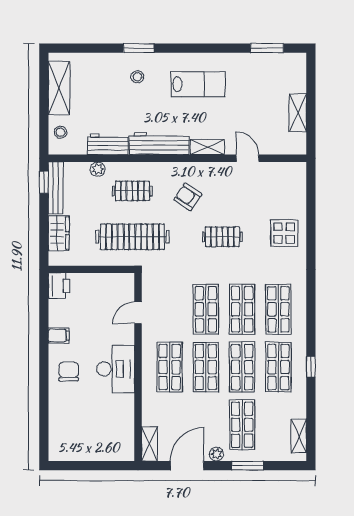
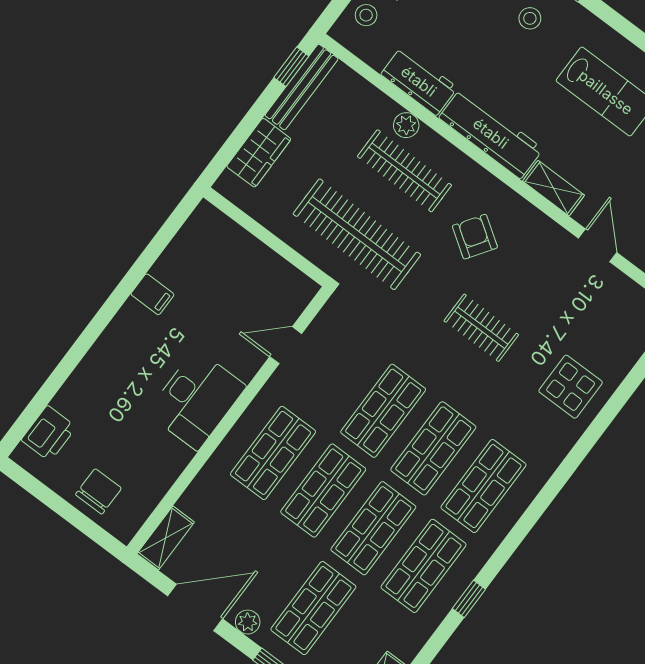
plant: (98, 169) -> (406, 125), moved
clothes rail: (132, 191) -> (404, 171), width x1.36
printer: (59, 286) -> (49, 433), moved
chair: (69, 372) -> (98, 491), moved

